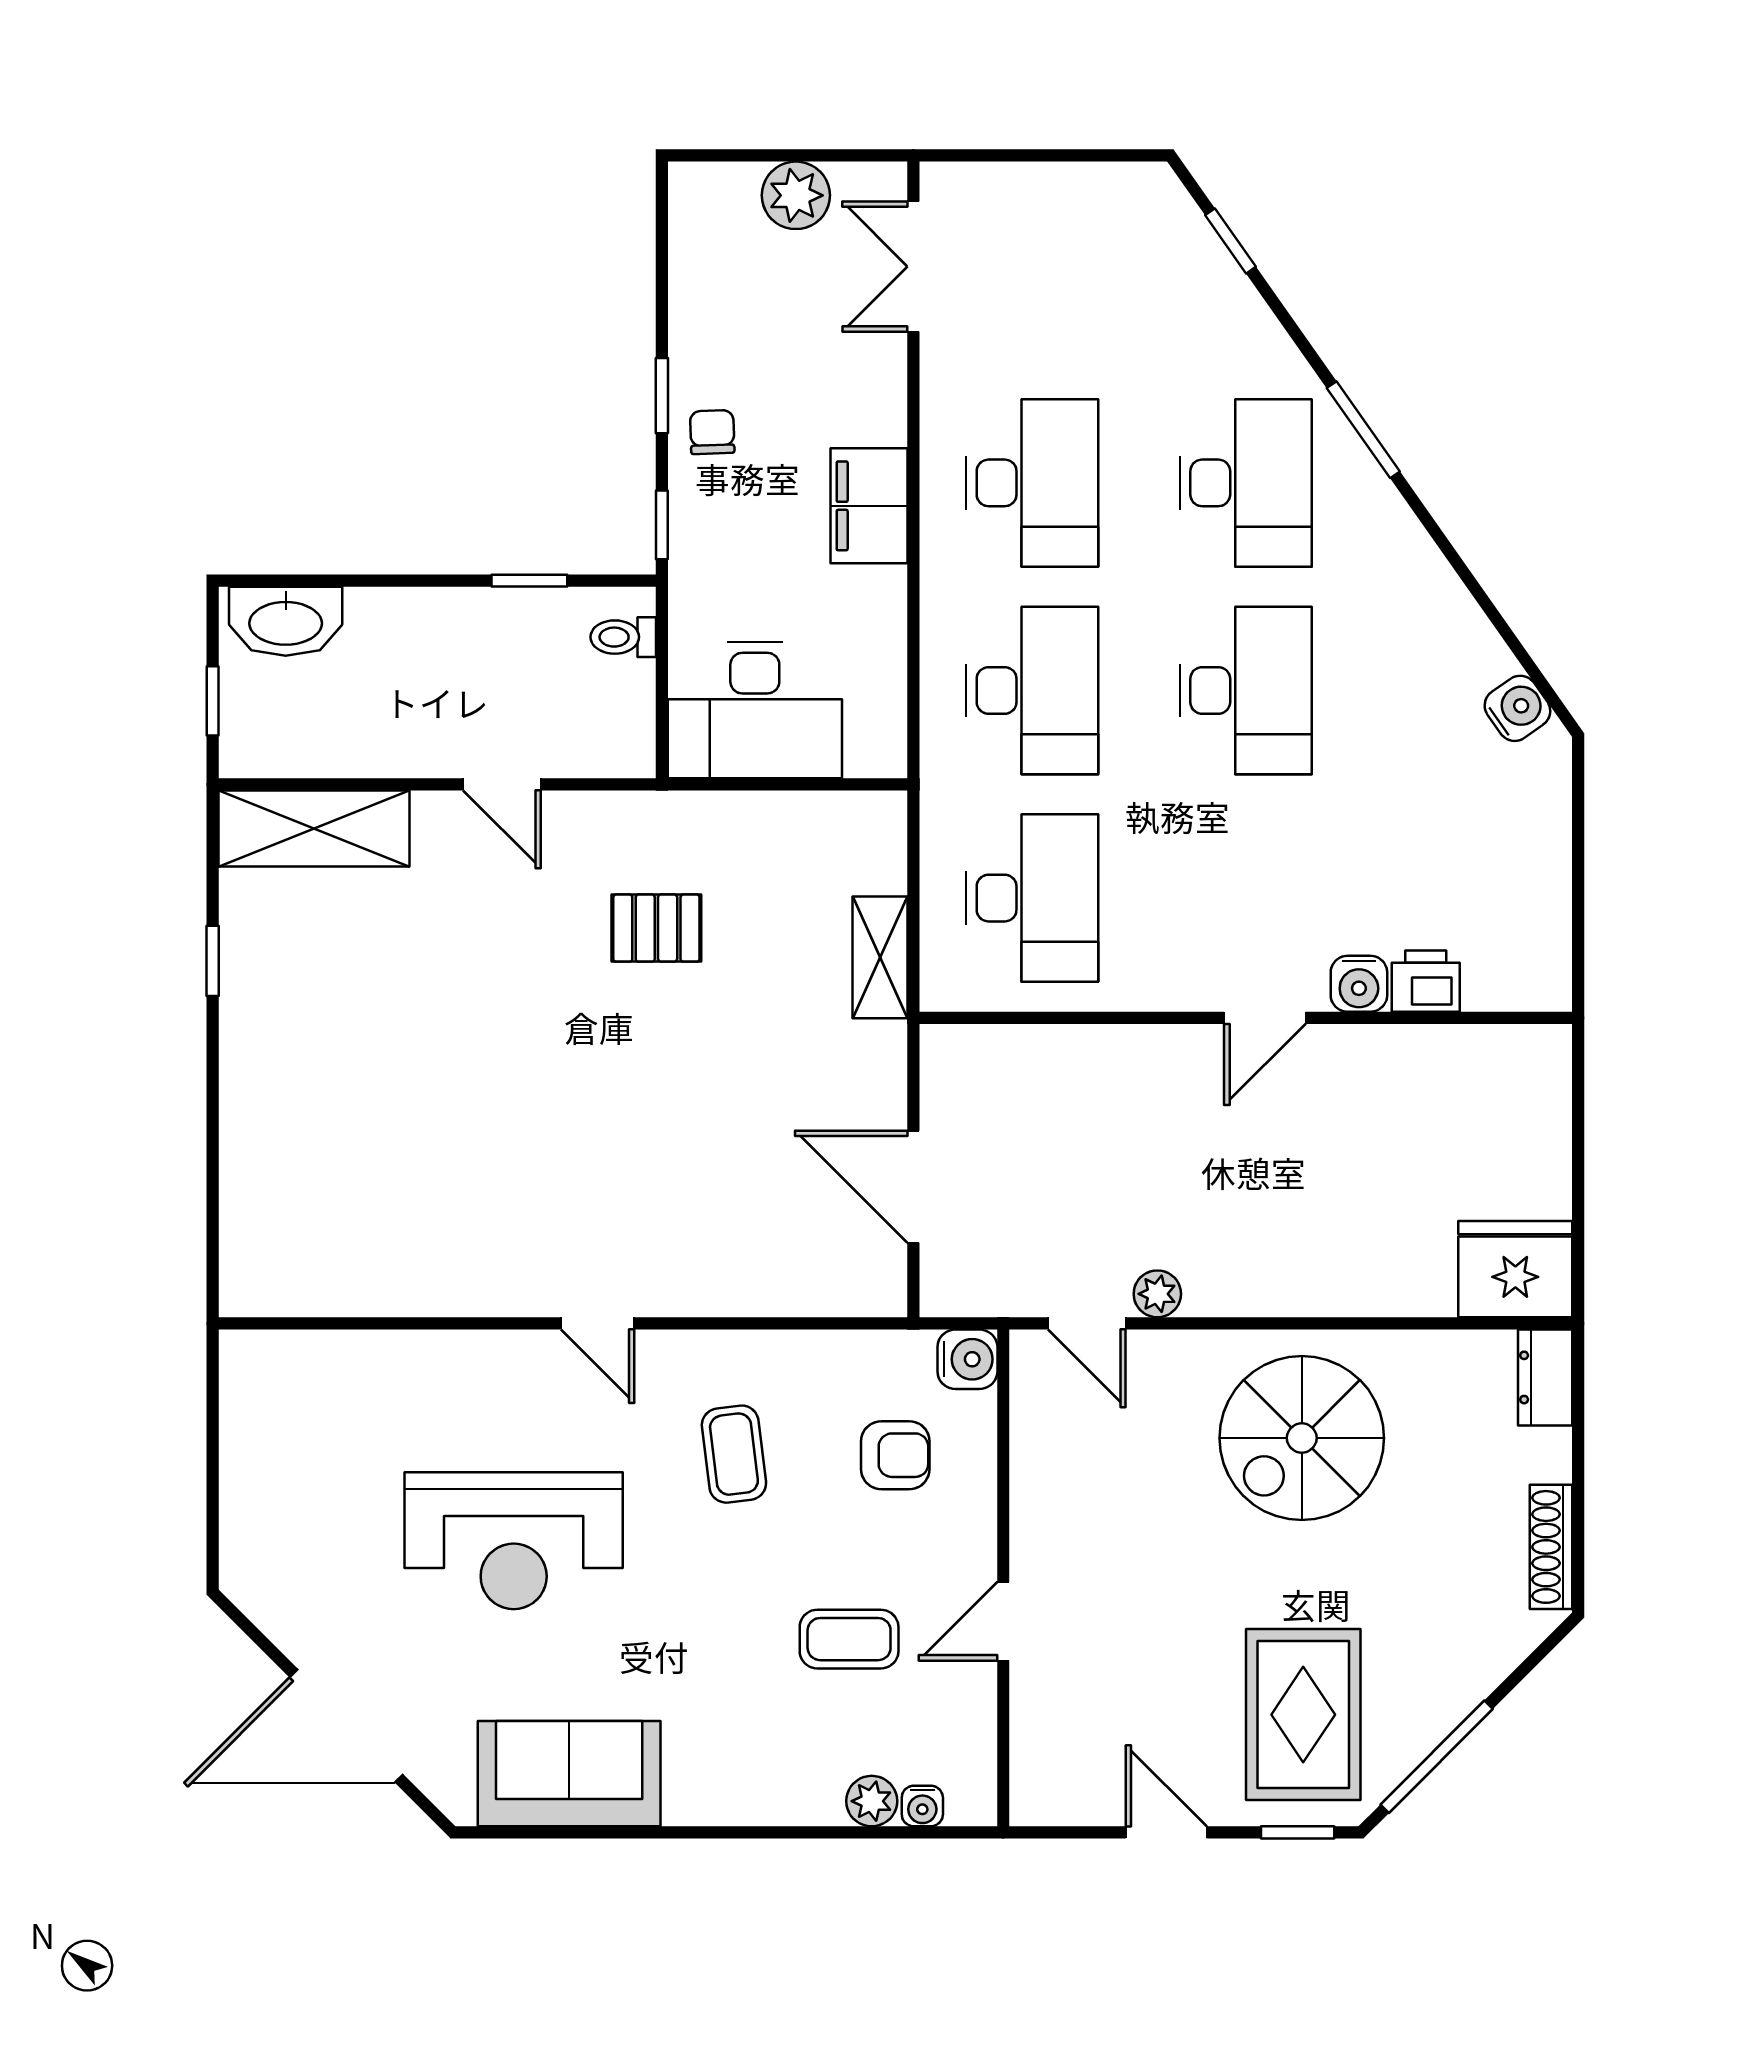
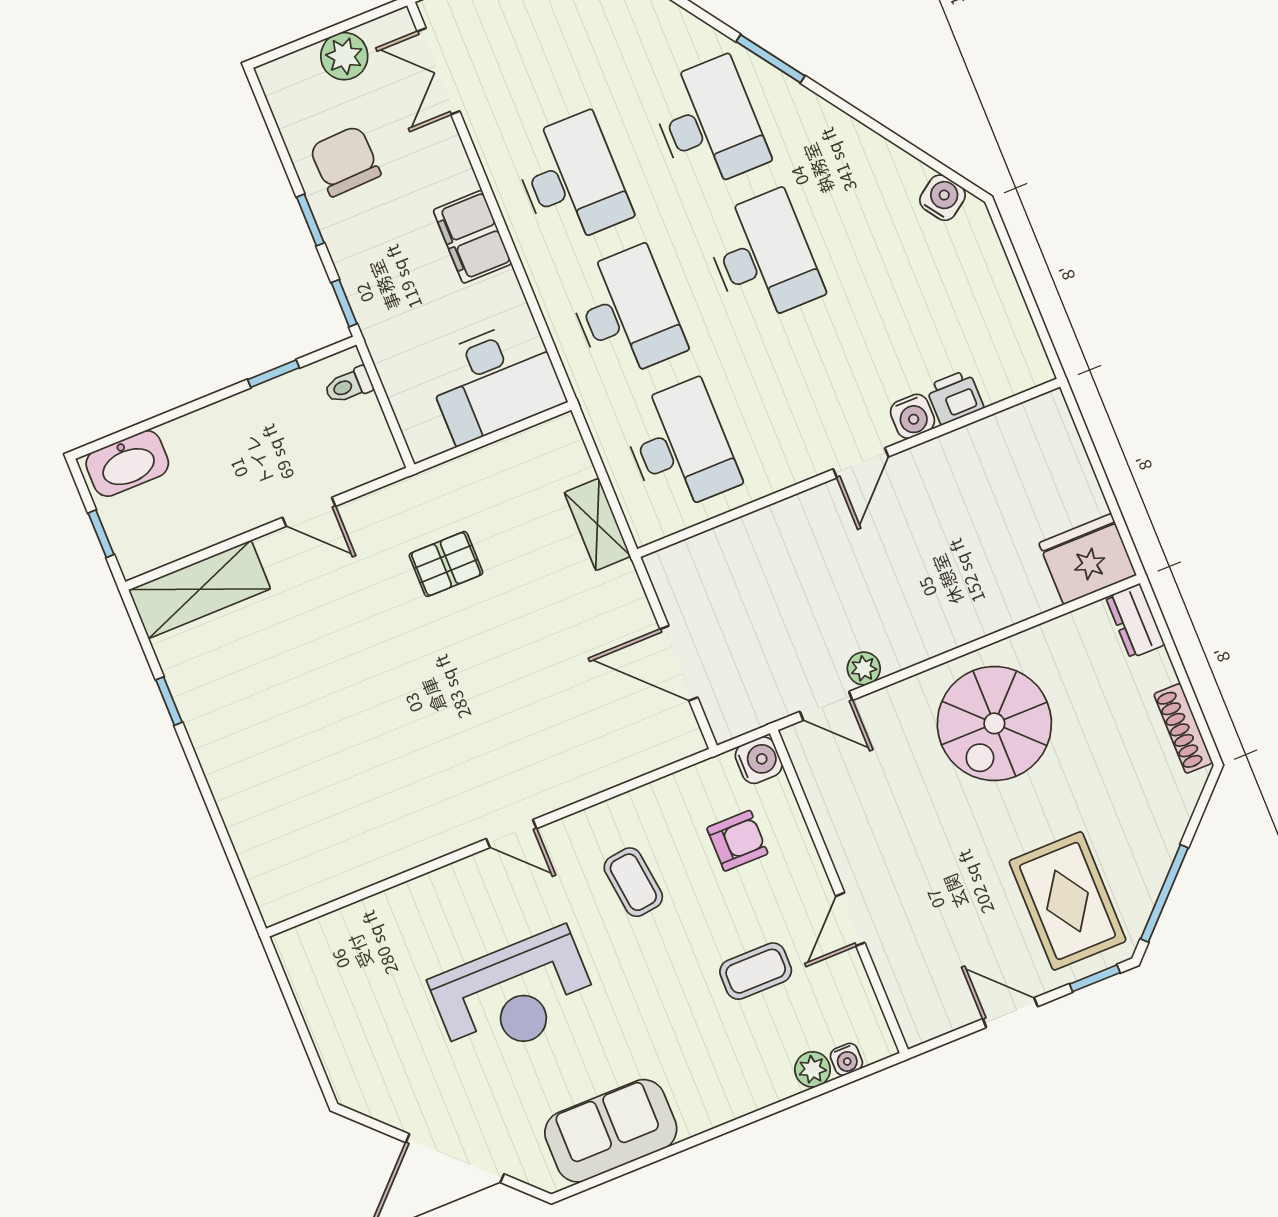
chair: (712, 432) -> (345, 161), moved, width x1.87, depth x1.87
desk: (755, 710) -> (495, 381), moved

